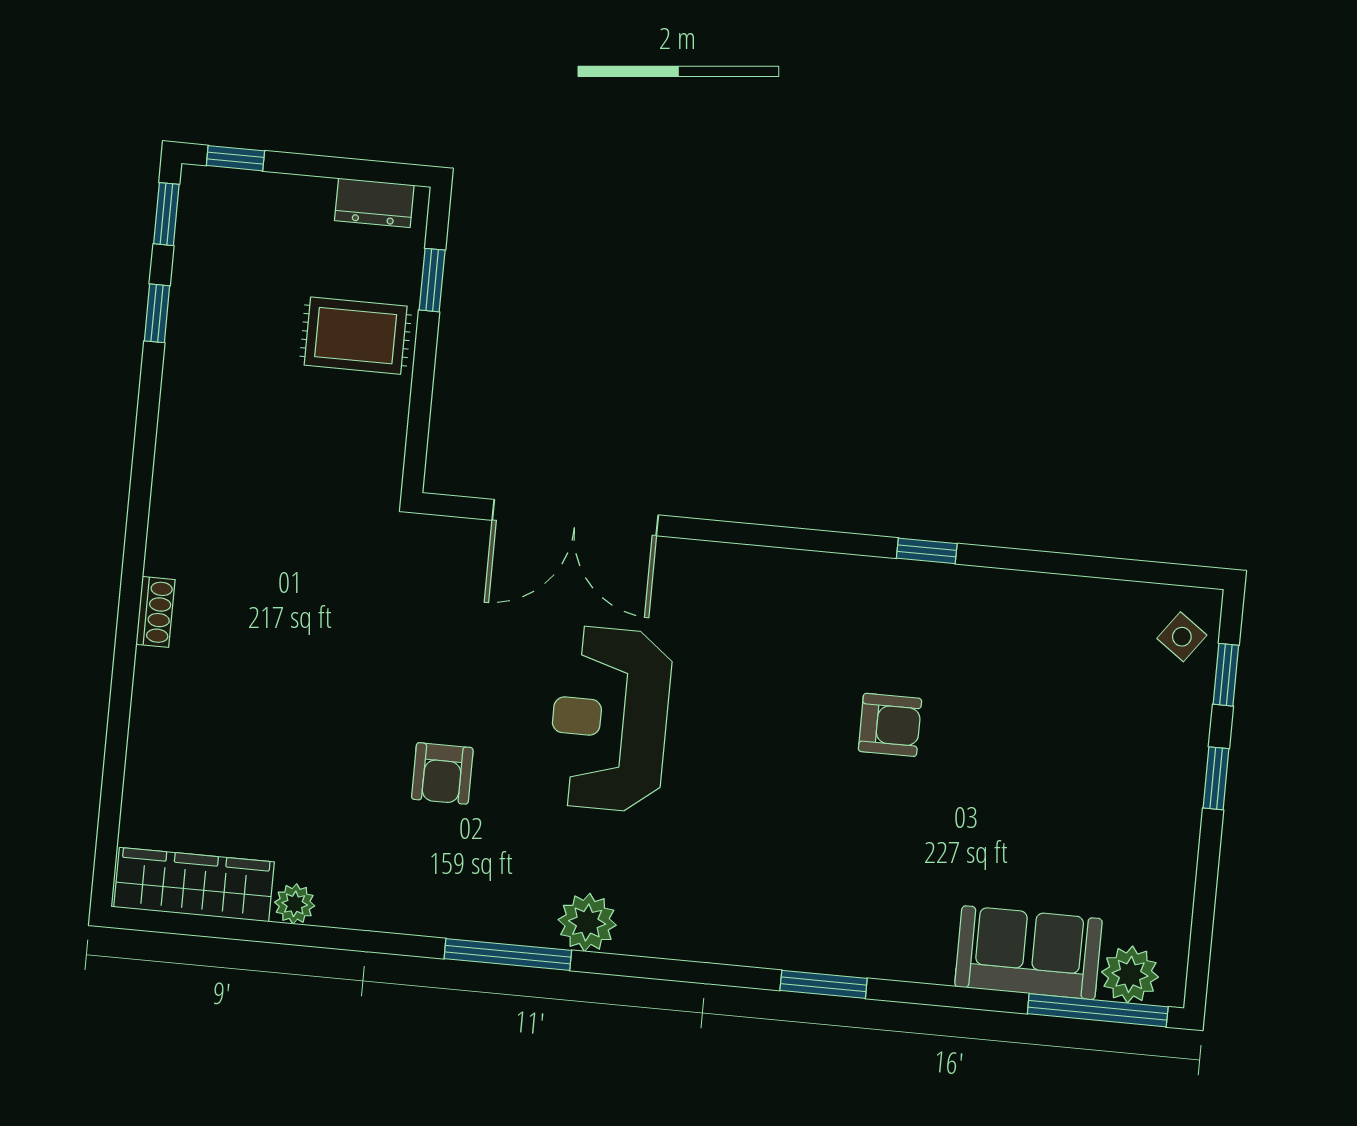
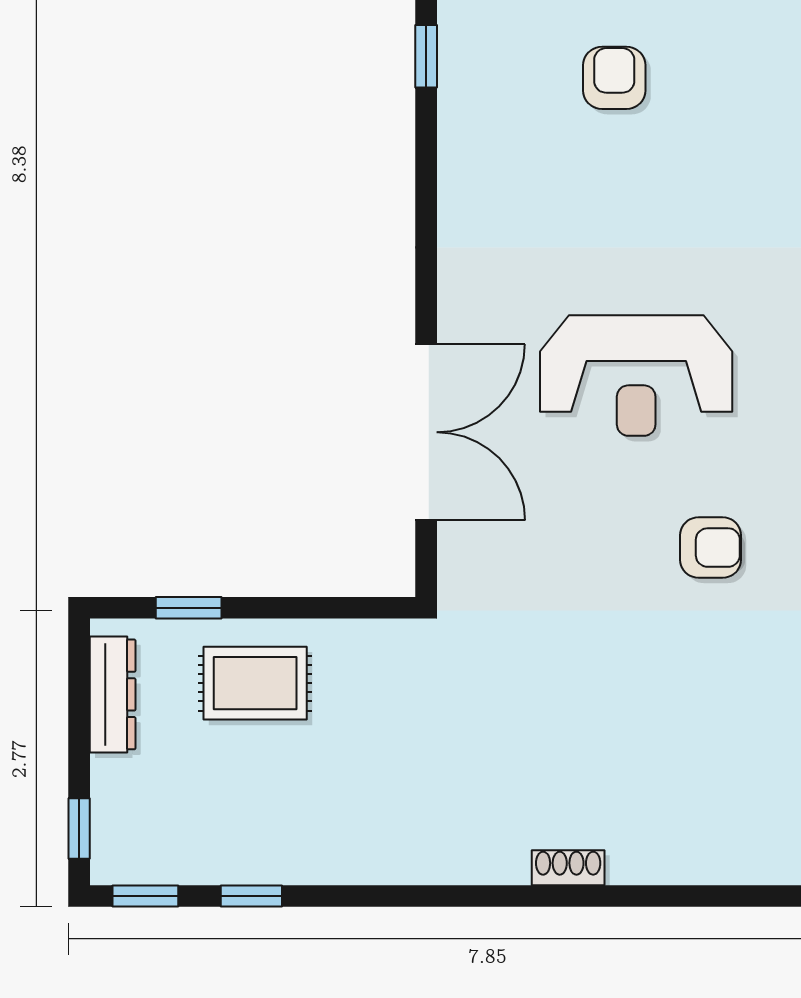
dresser: (374, 203) -> (113, 694), width x1.44
rug: (356, 336) -> (255, 683), turned 90

